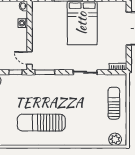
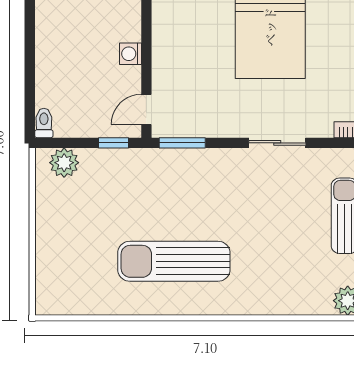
washing machine: (23, 23) -> (130, 54), moved
door: (30, 58) -> (146, 109), hinge flipped

